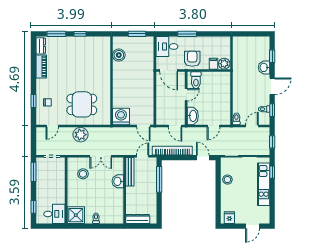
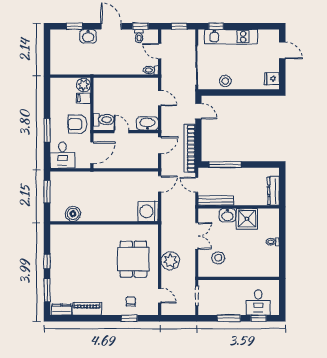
door: (203, 158) -> (198, 111), swing flipped
window: (33, 172) -> (229, 318), moved
desk: (54, 214) -> (258, 302), moved, turned 180
shower: (76, 215) -> (247, 219), moved

